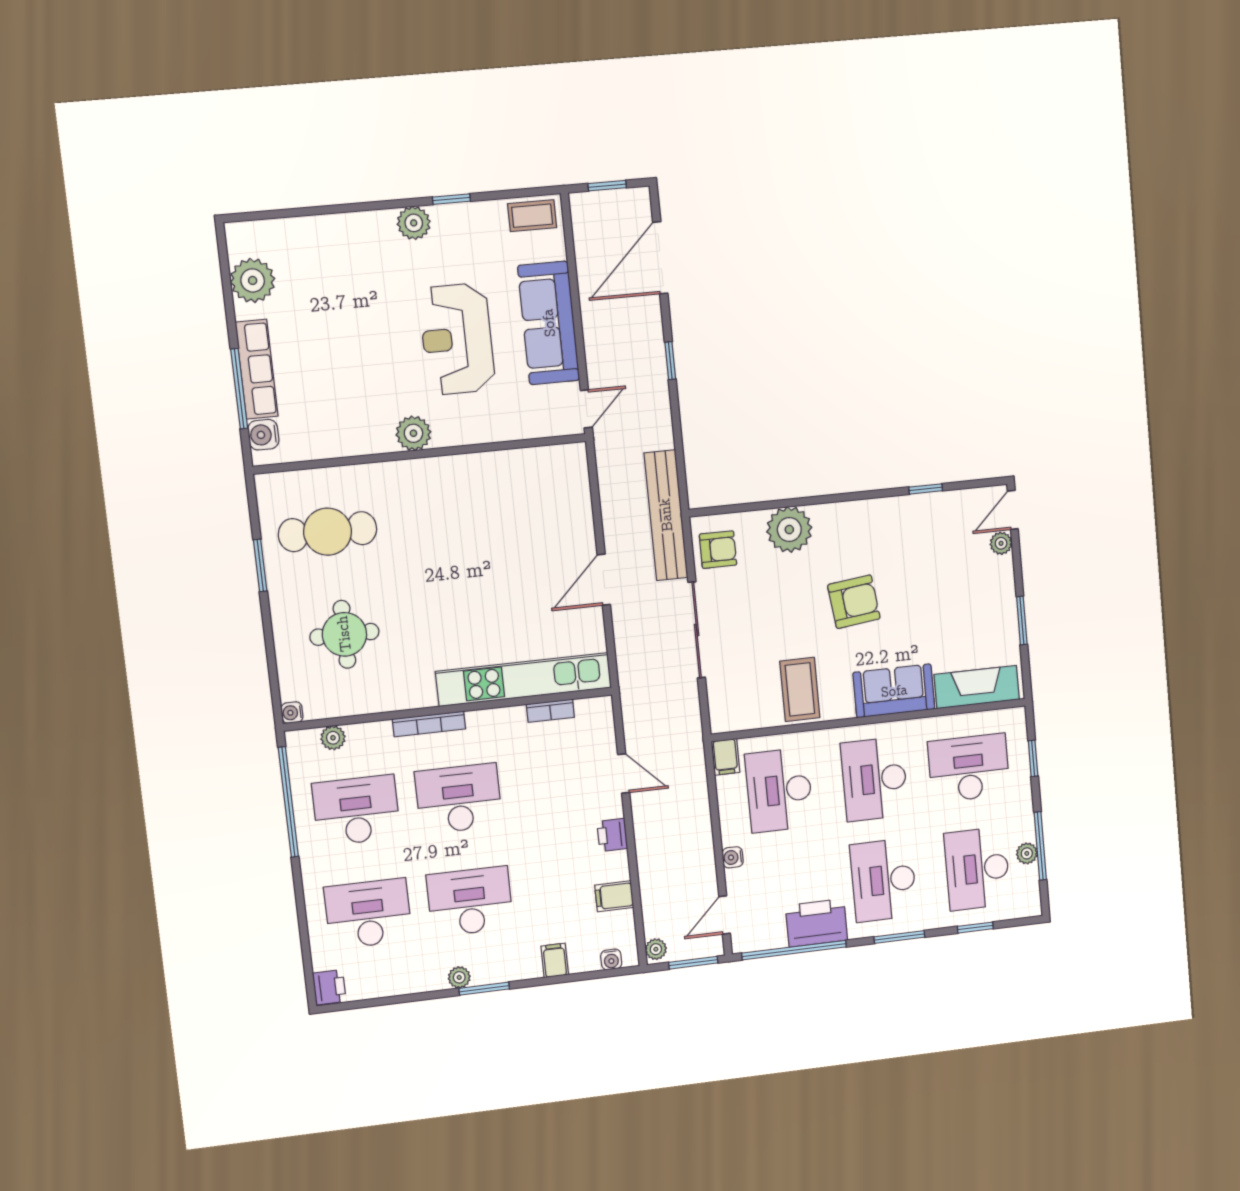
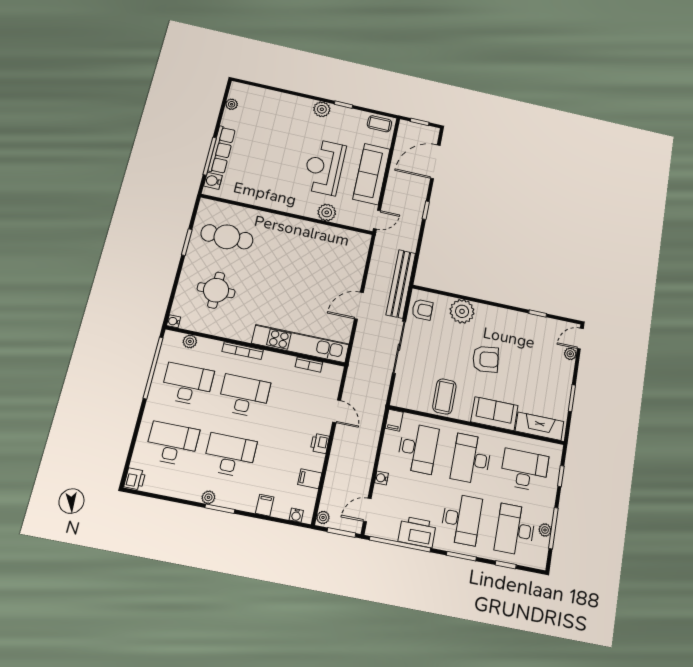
plant: (253, 280) -> (232, 104), width x0.53, depth x0.53
plant: (413, 433) -> (327, 212), moved
desk: (779, 790) -> (418, 448), turned 180
desk: (884, 880) -> (461, 519), turned 180

